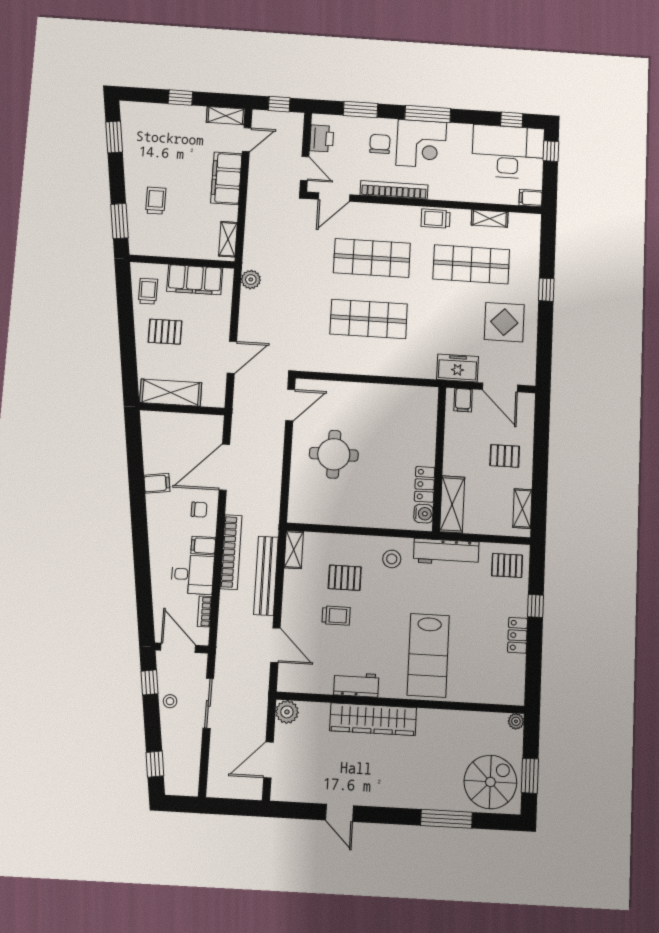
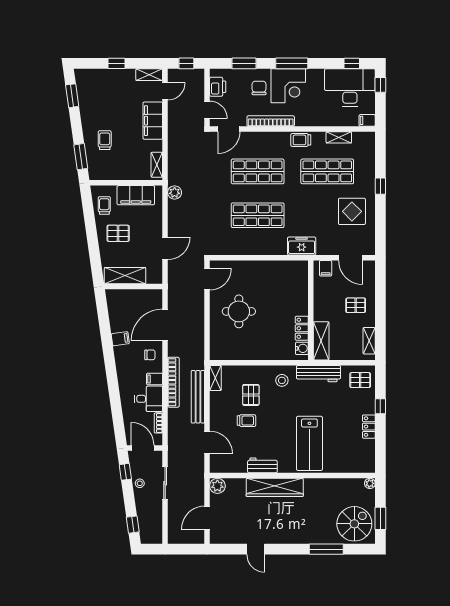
freezer: (458, 368) -> (302, 246), moved
pallet: (345, 578) -> (251, 395), turned 90

